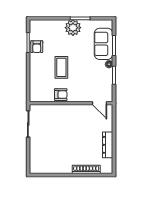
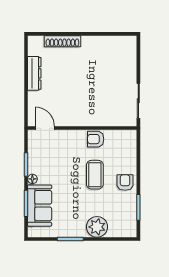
plant: (73, 28) -> (97, 227), moved
armchair: (37, 47) -> (125, 183), moved

